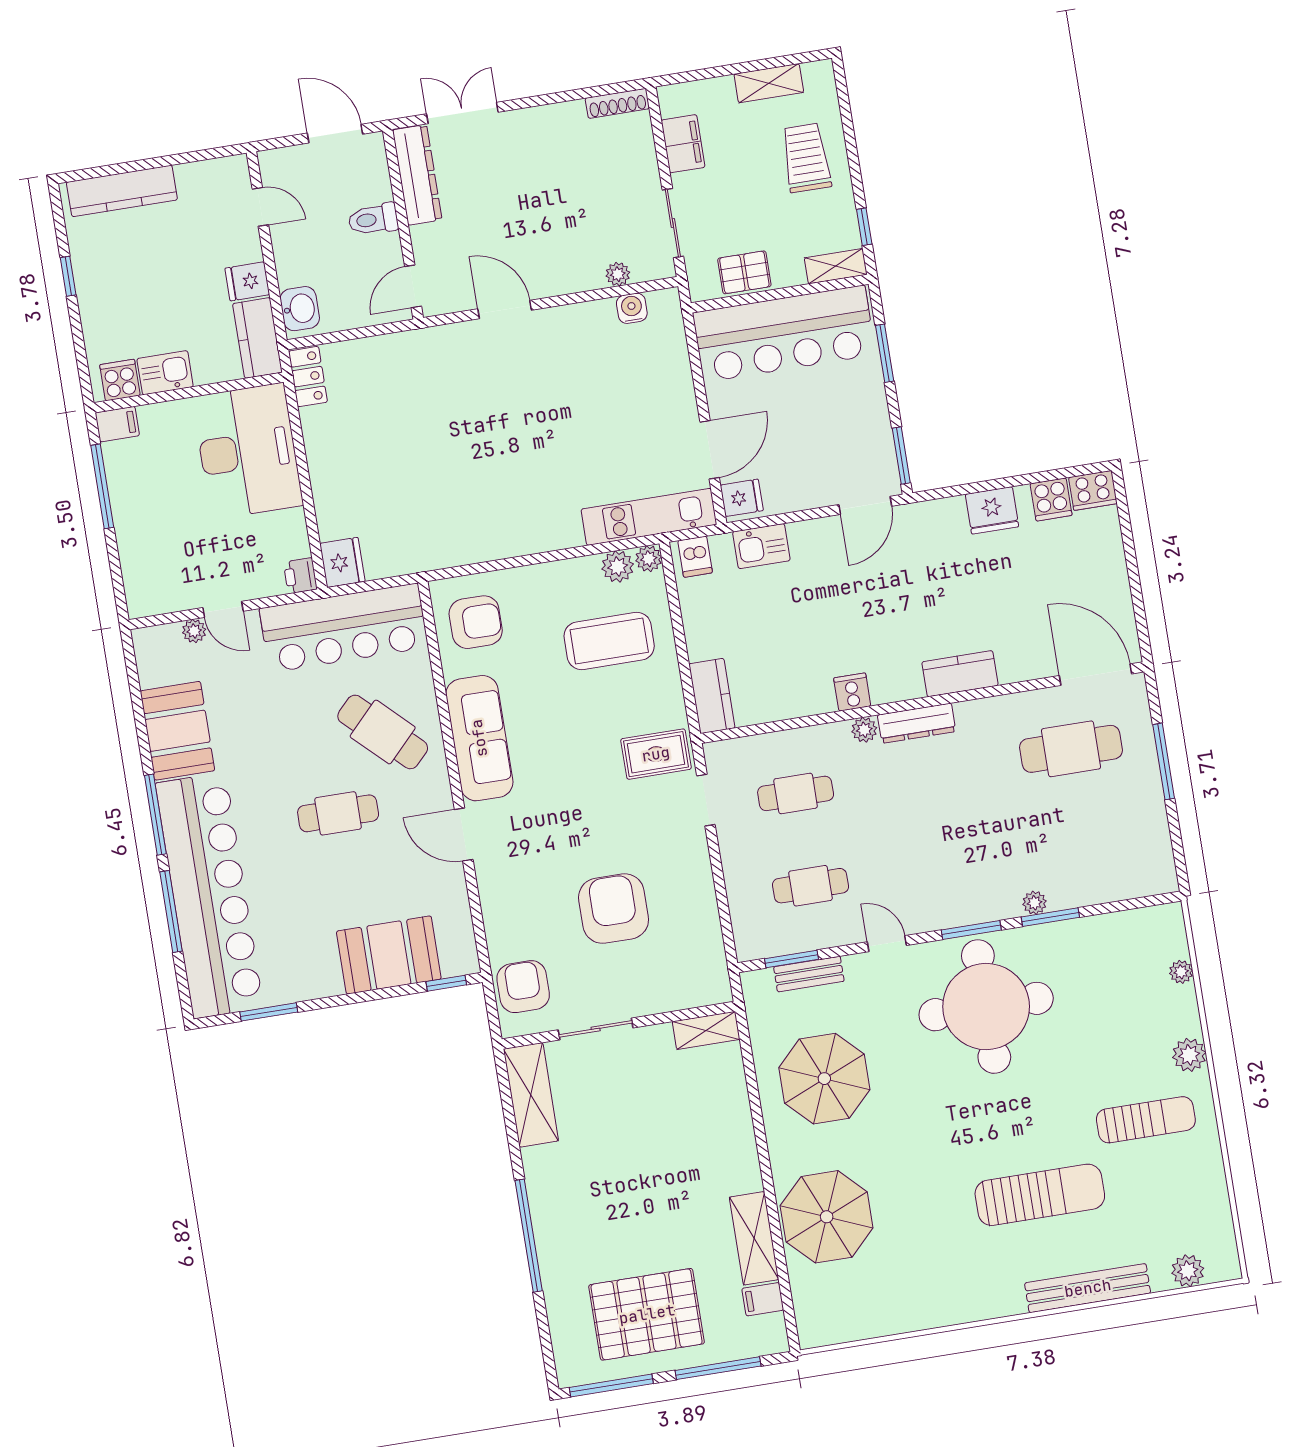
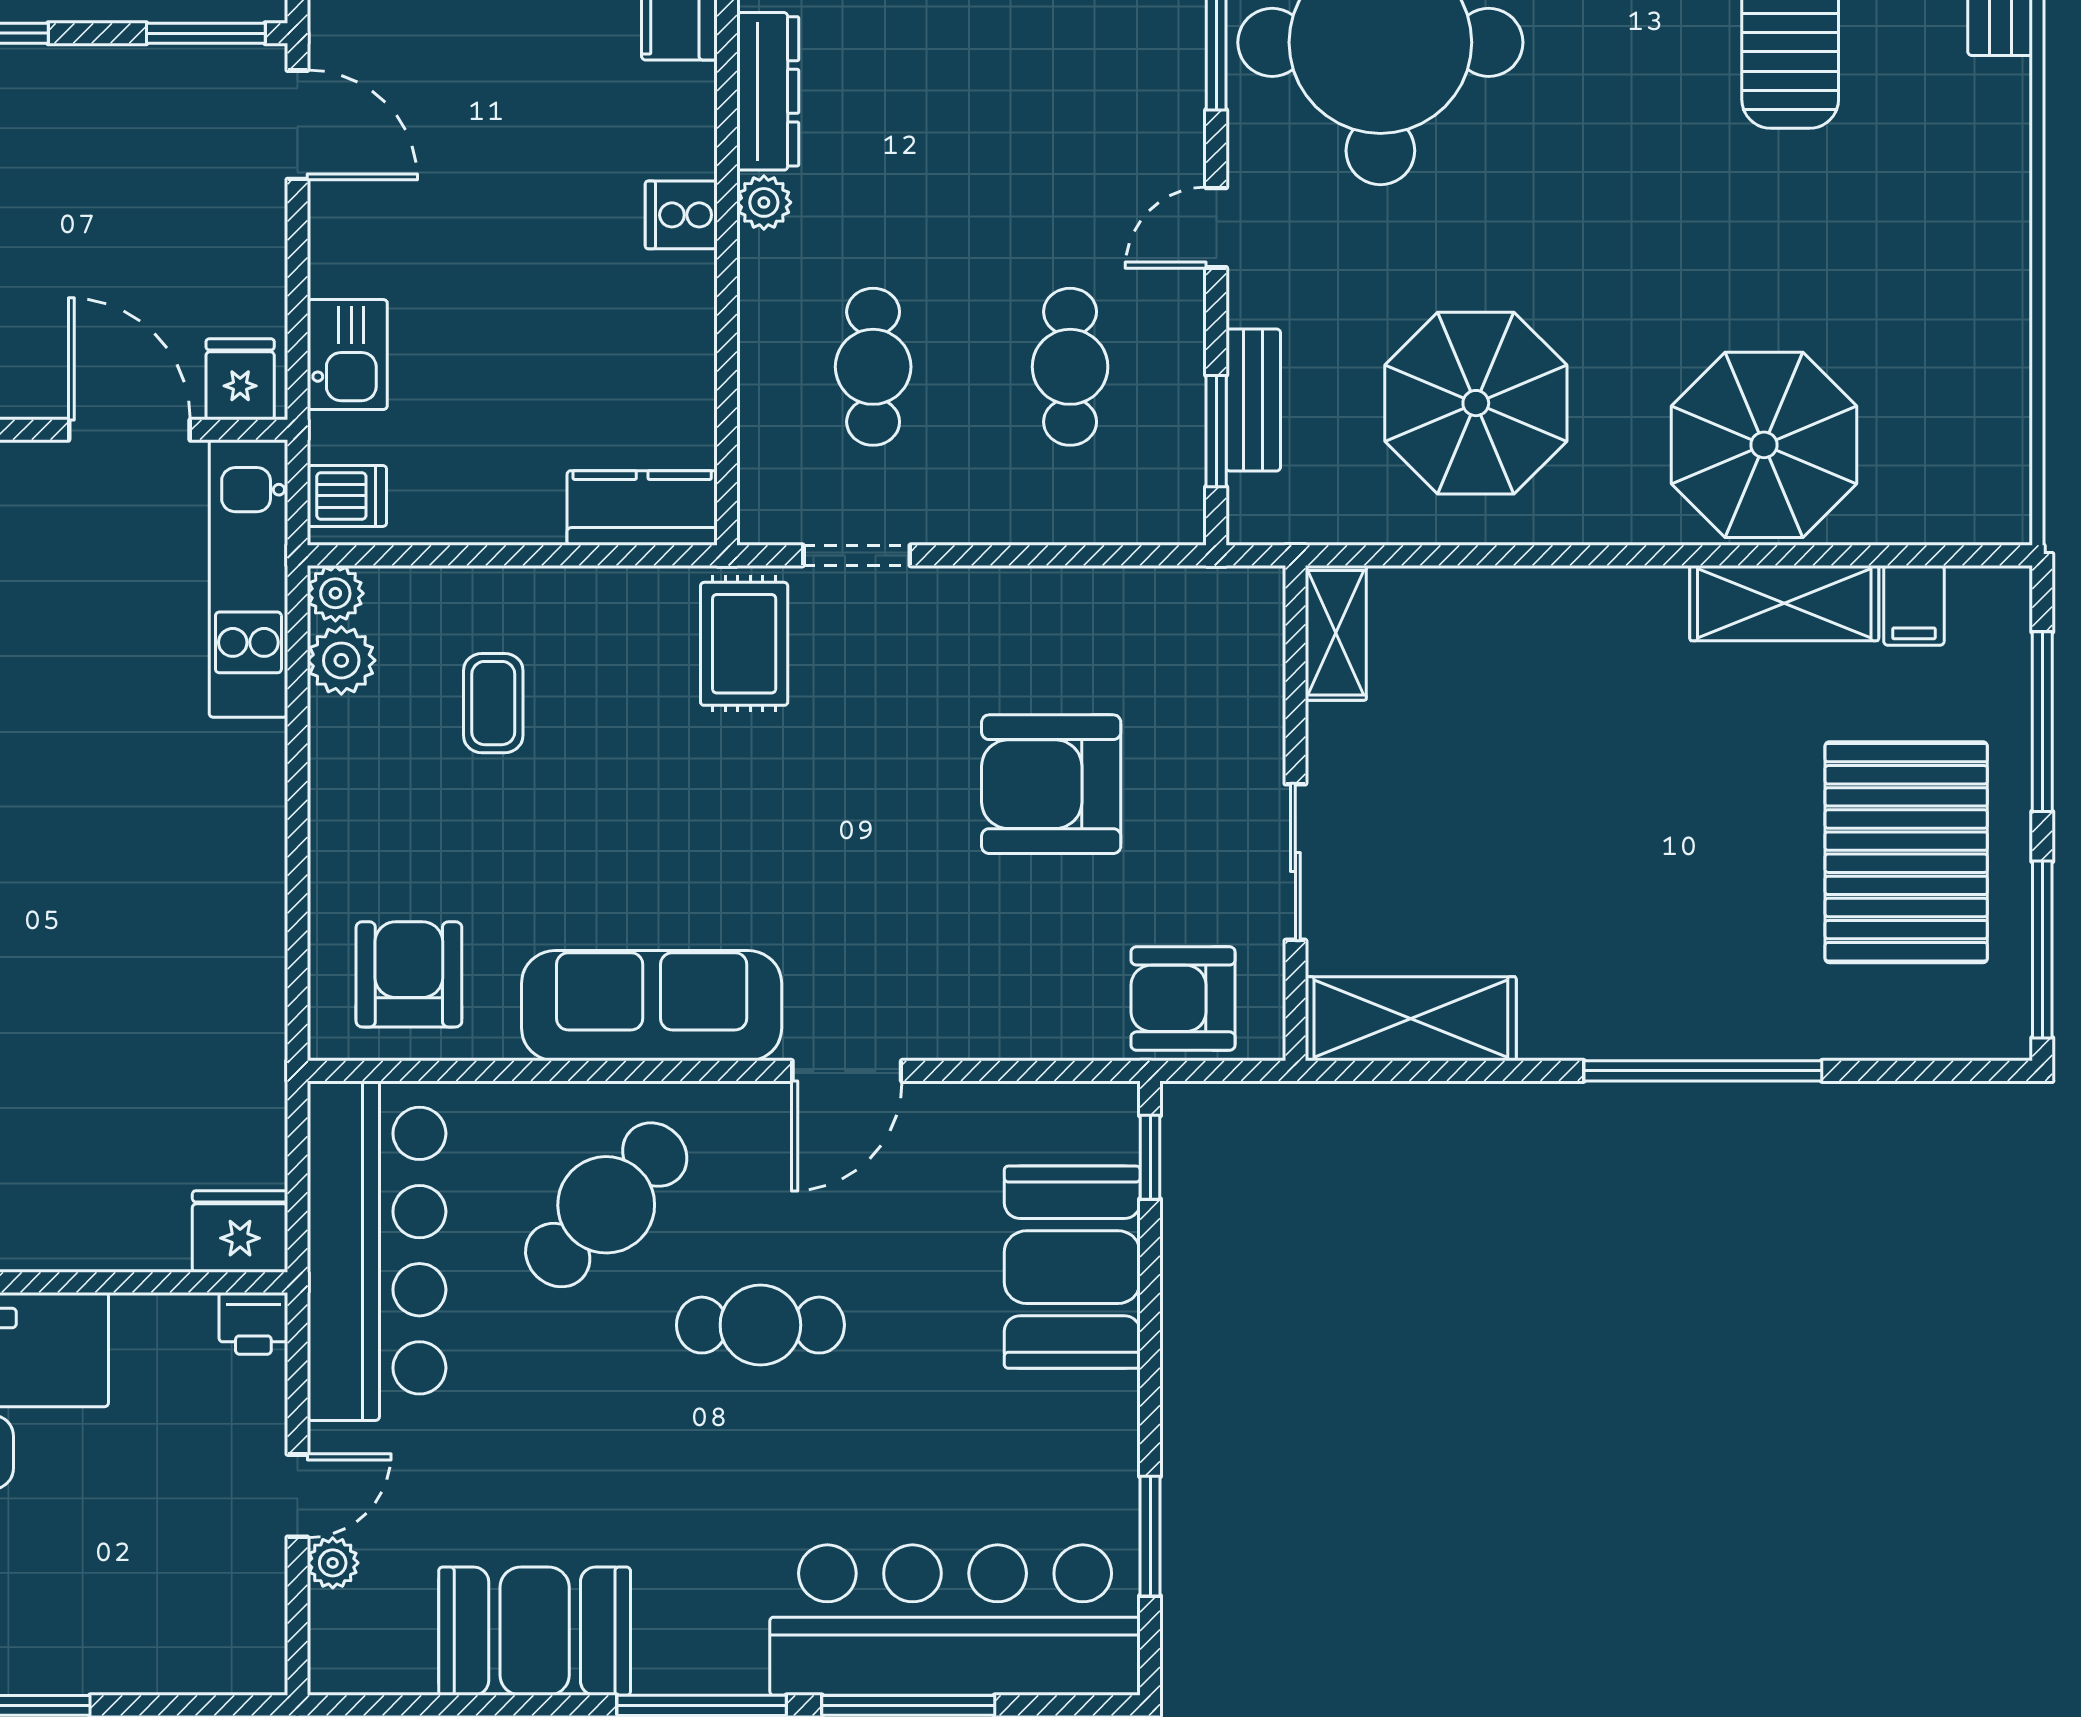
coffee table: (609, 641) -> (493, 703), width x0.54, depth x0.58
cafe table: (338, 813) -> (760, 1325), turned 90
bar counter: (209, 895) -> (955, 1620), width x0.73

